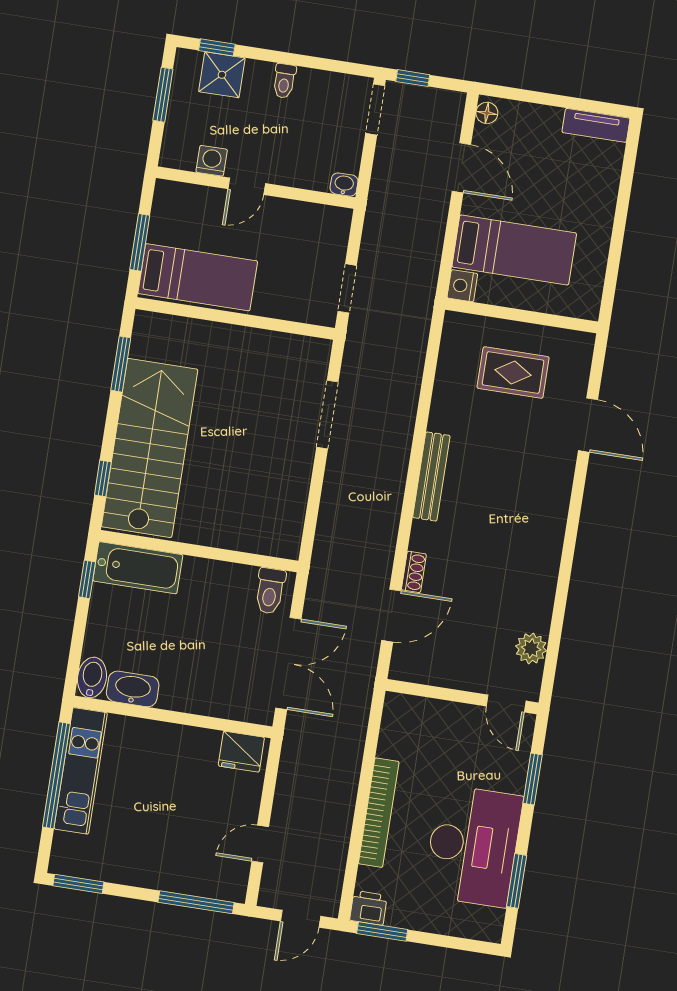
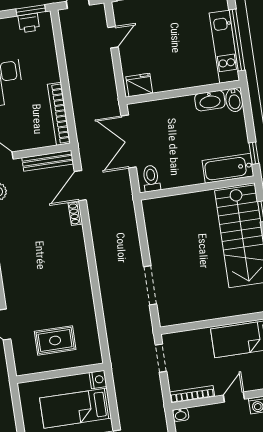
bookcase: (314, 213) -> (192, 394), added
bench: (431, 477) -> (48, 161), moved, turned 90
bookcase: (379, 813) -> (59, 114), moved
printer: (368, 908) -> (29, 23), moved

